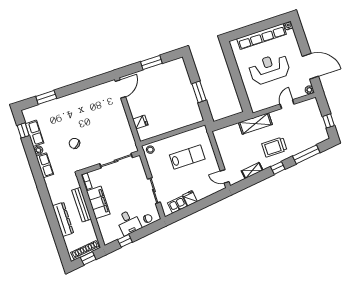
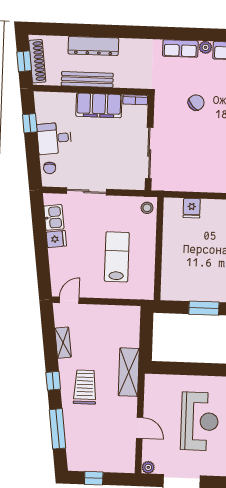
lab bench: (187, 157) -> (117, 257), turned 180
bench: (82, 205) -> (87, 80), moved

